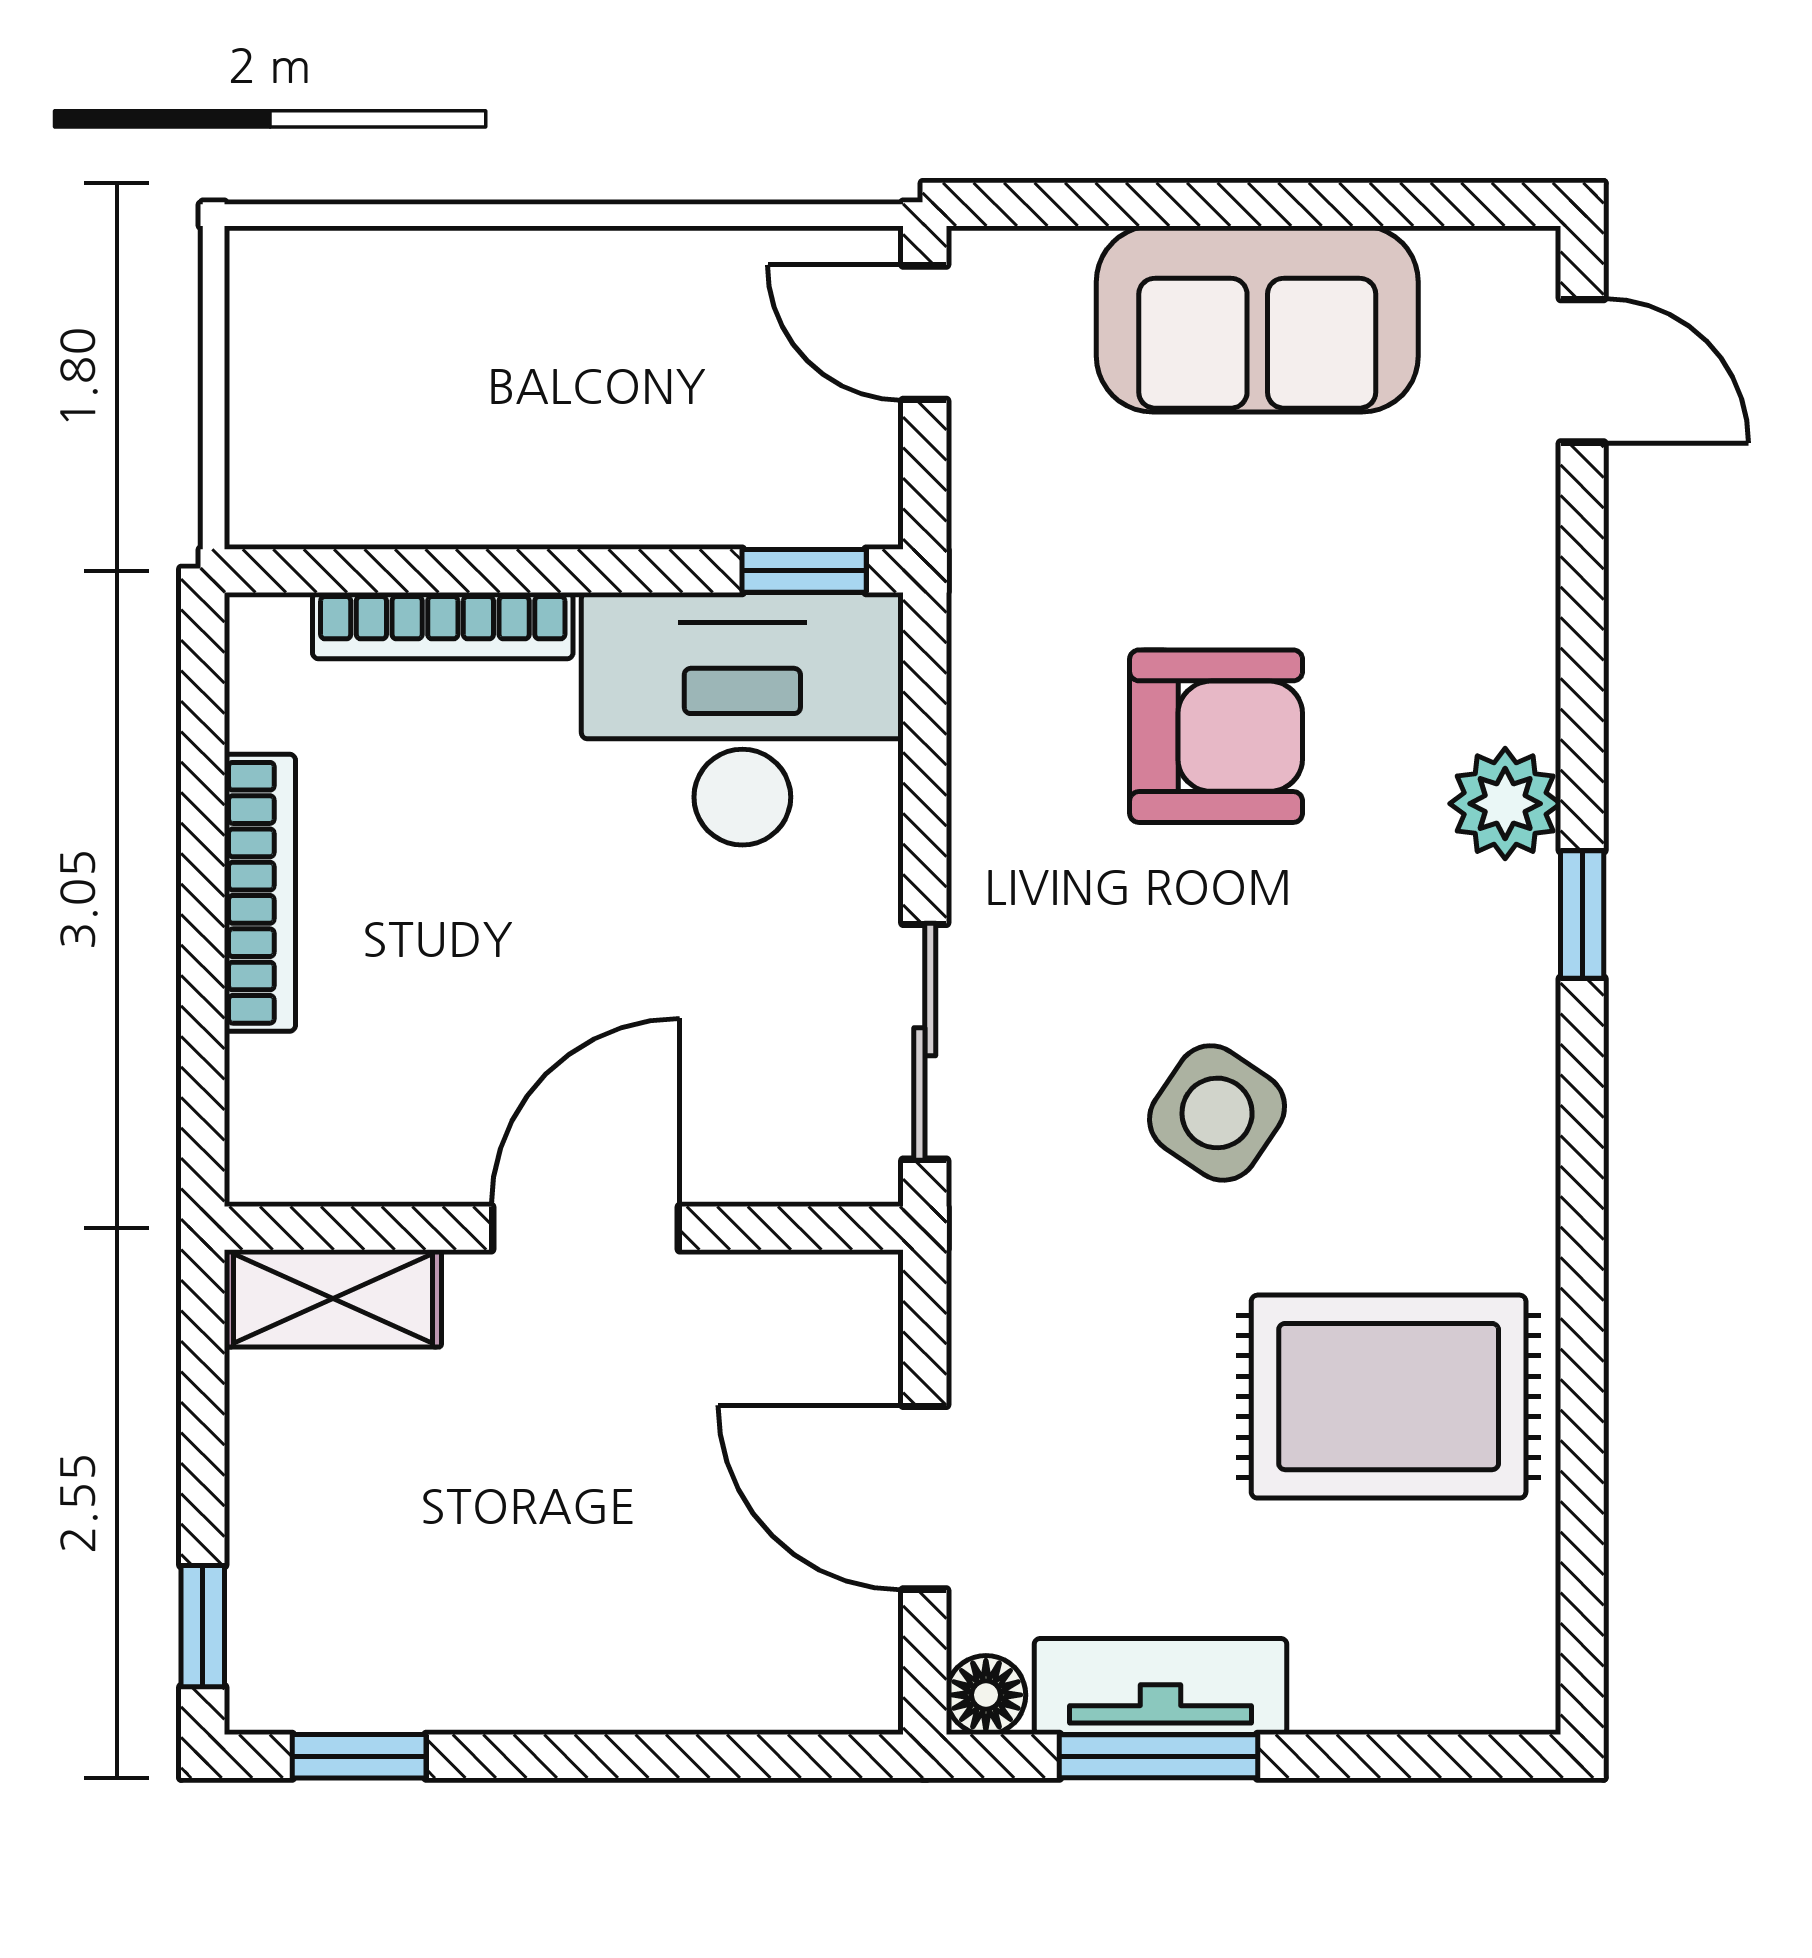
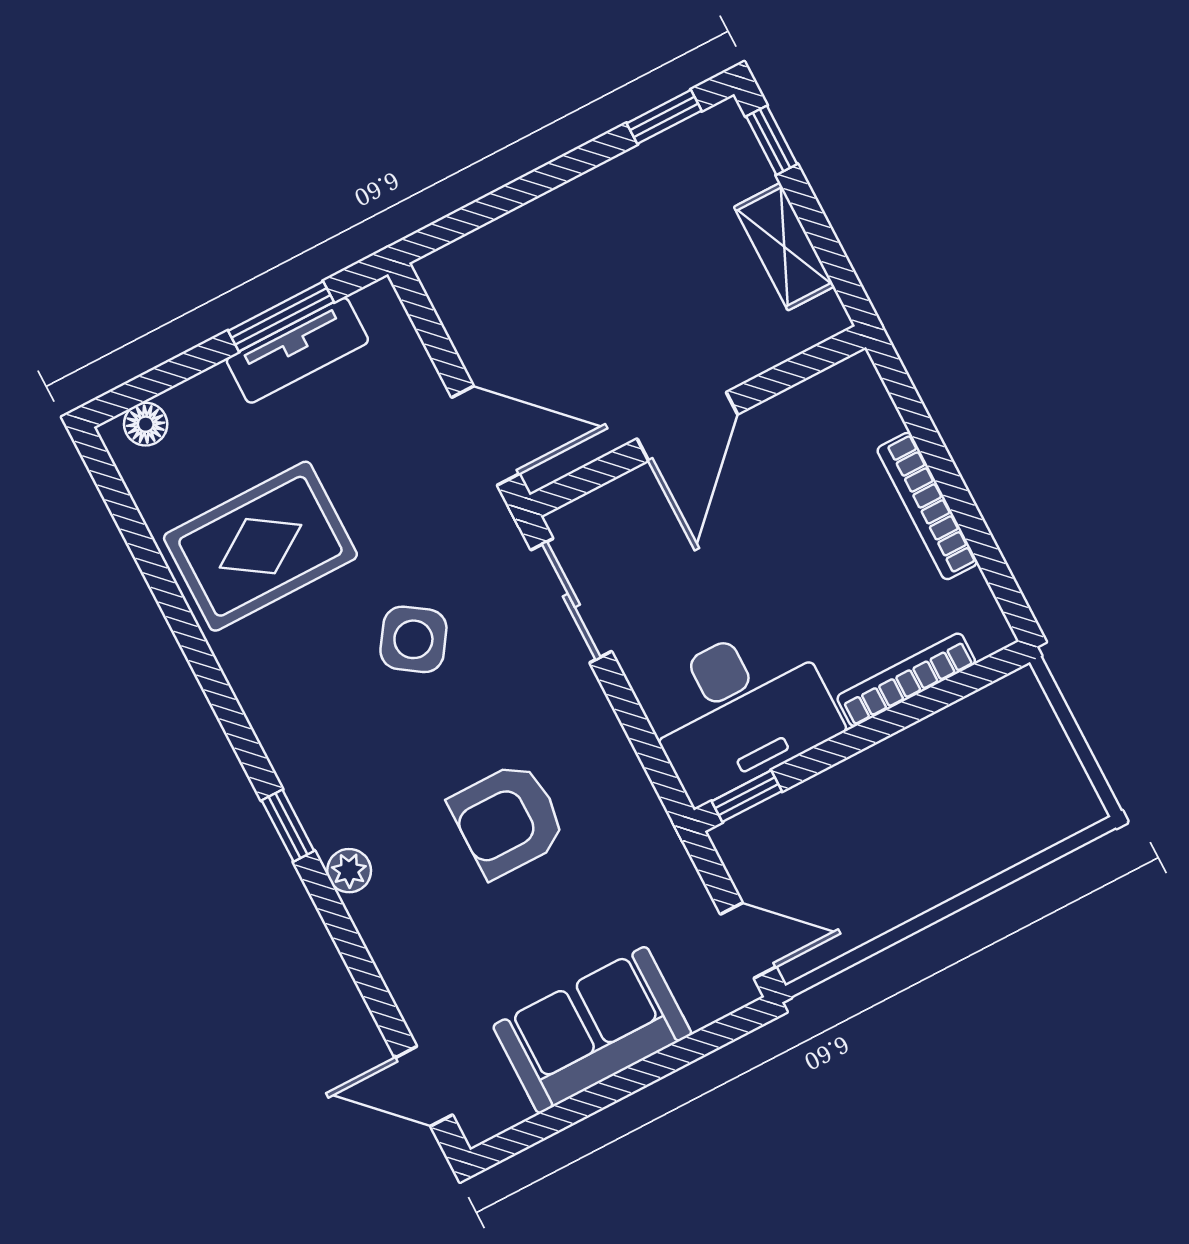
plant: (1505, 804) -> (349, 871), width x0.73, depth x0.73
shelving: (333, 1298) -> (784, 247), moved, turned 90
door: (925, 1498) -> (485, 436), moved
floor lamp: (986, 1695) -> (146, 424), moved

